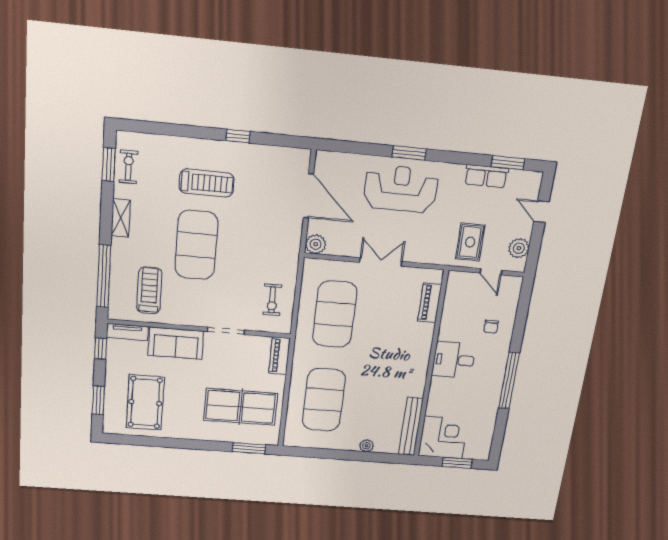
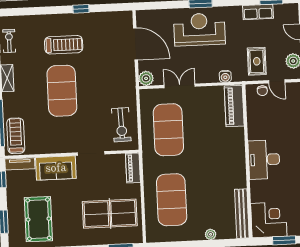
water cooler: (424, 256) -> (225, 76), added
double door: (381, 262) -> (180, 86), moved
treadmill: (149, 290) -> (16, 136), moved
exercise bike: (272, 300) -> (121, 125), width x1.38, depth x1.39
piano: (430, 303) -> (234, 106), width x1.37, depth x1.33
chair: (491, 327) -> (262, 91), moved
desk: (454, 360) -> (264, 160), width x1.37

